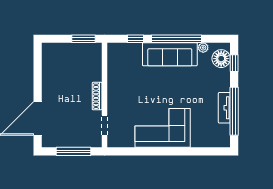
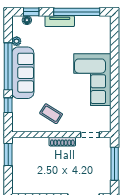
floor lamp: (221, 59) -> (27, 20), width x0.53, depth x0.53
coffee table: (127, 84) -> (51, 114), added
tv unit: (224, 108) -> (60, 21), moved

